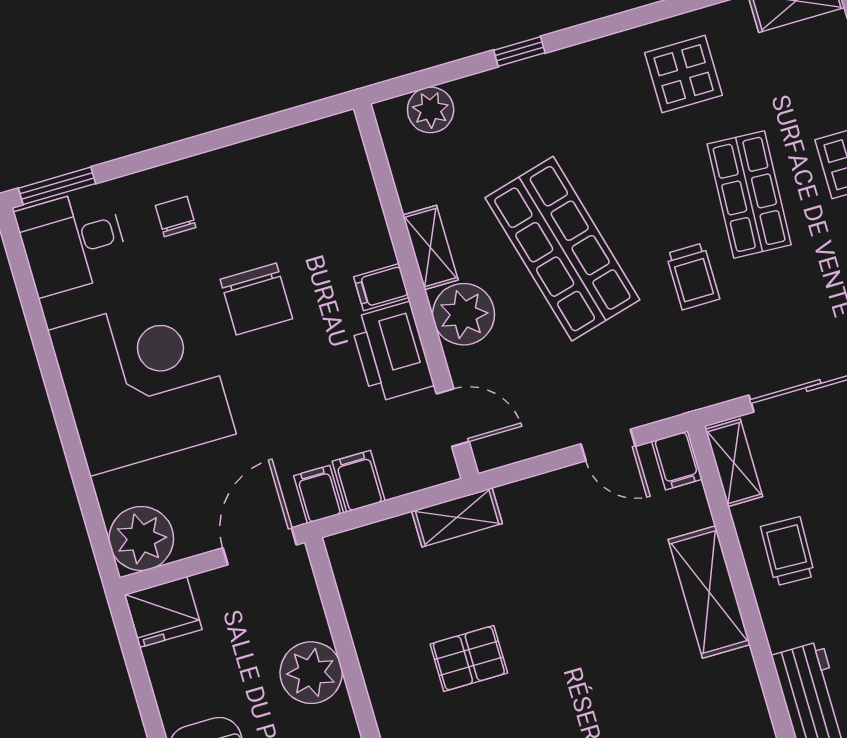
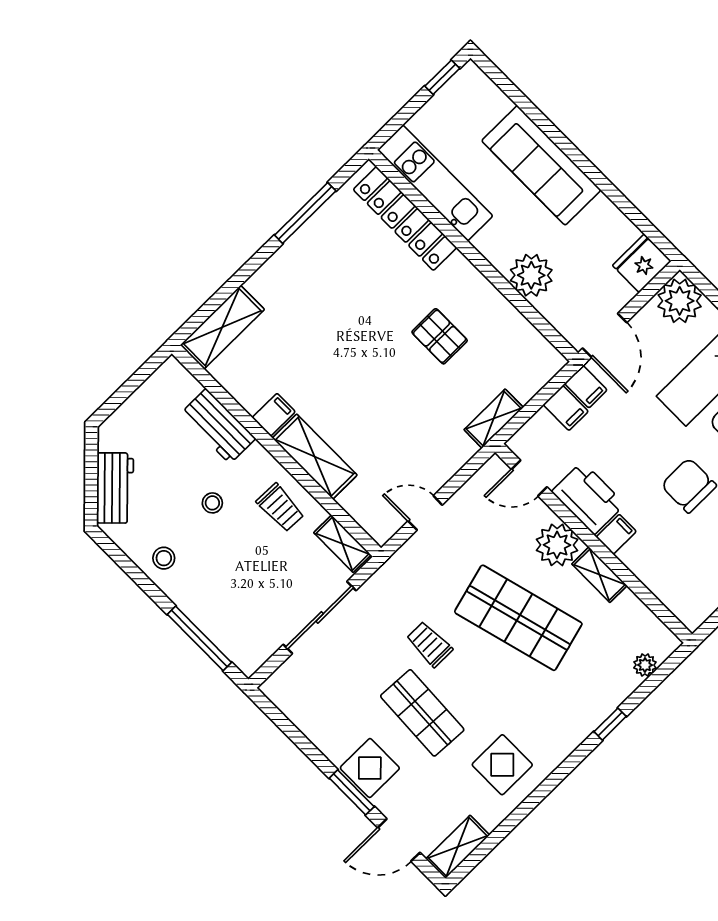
plant: (431, 110) -> (645, 665), width x0.73, depth x0.73
filing cabinet: (677, 460) -> (274, 415), moved, turned 90
pallet: (469, 658) -> (440, 336), turned 90

